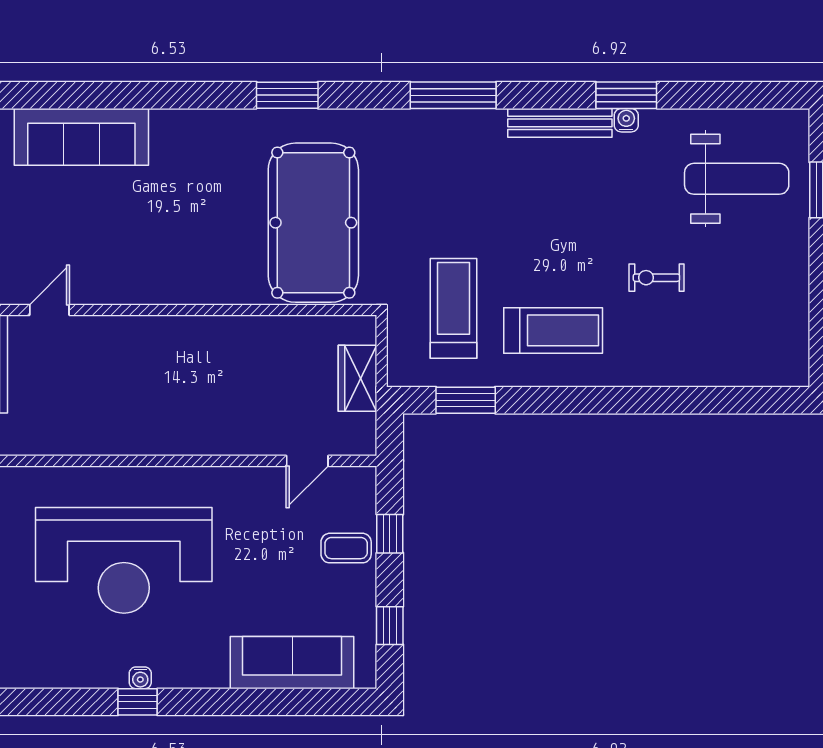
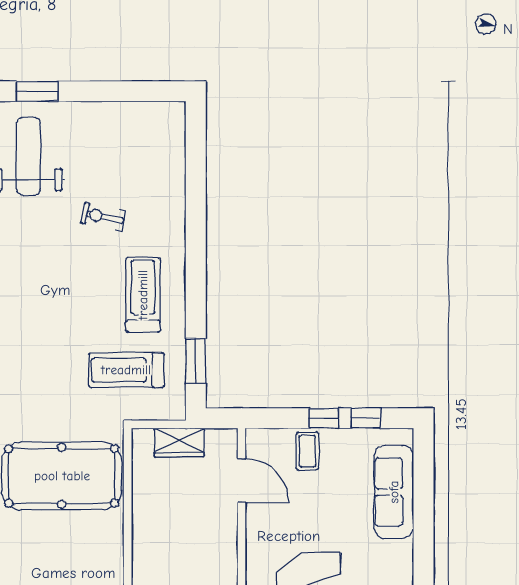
exercise bike: (656, 278) -> (103, 217), turned 102
door: (307, 461) -> (241, 481), width x1.38
window: (390, 534) -> (324, 418), moved

